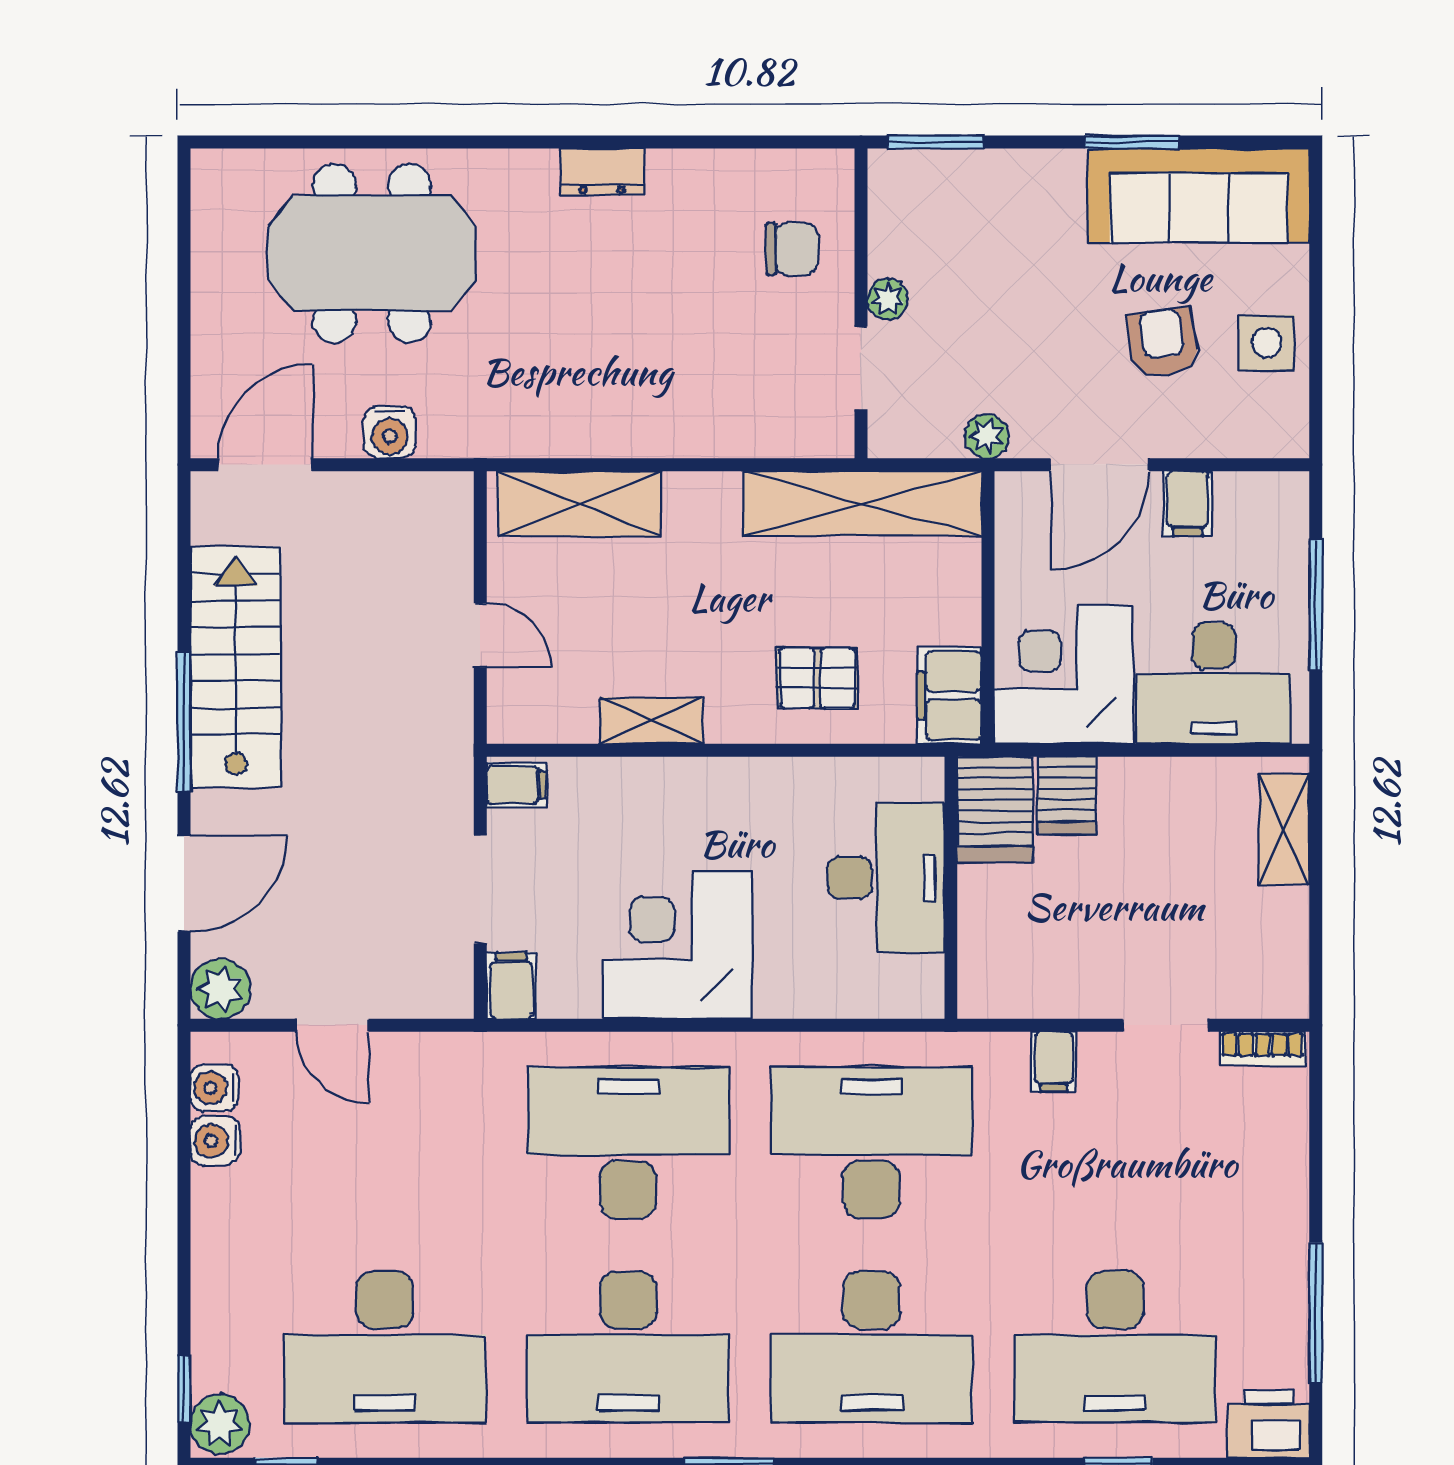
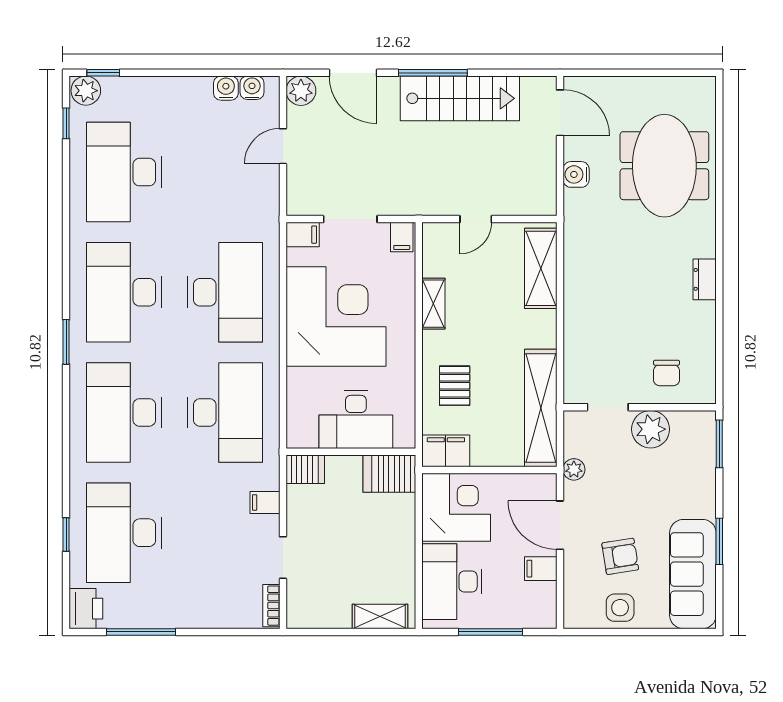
plant: (888, 299) -> (651, 429), width x1.88, depth x1.88
server rack: (1067, 795) -> (305, 469), moved, turned 180
corner desk: (677, 945) -> (336, 317), width x1.36, depth x1.36

